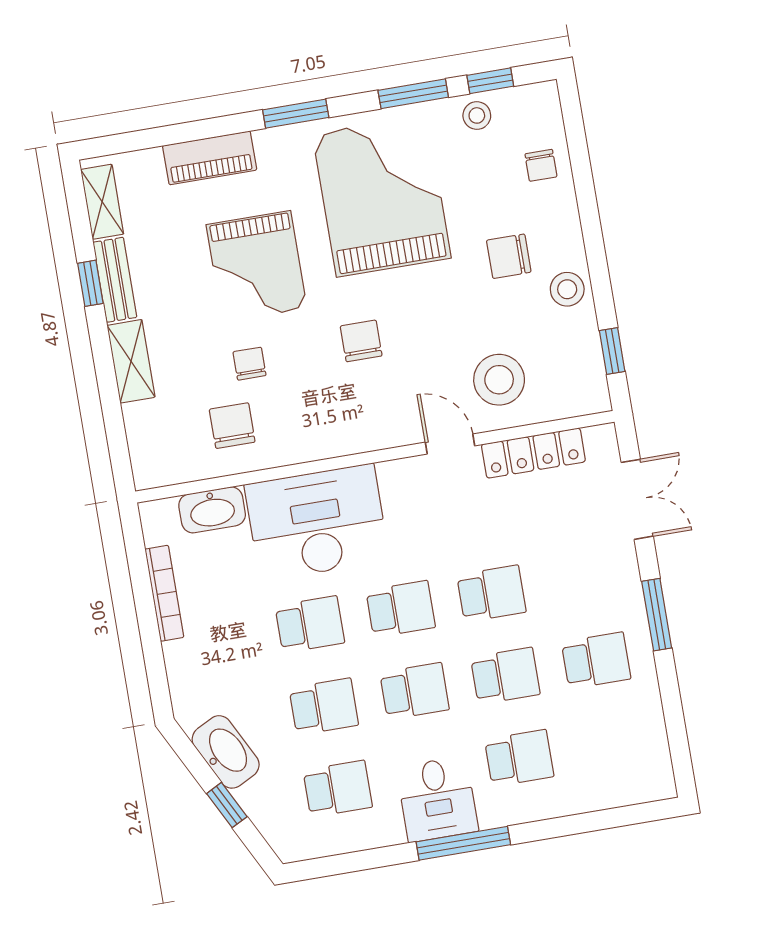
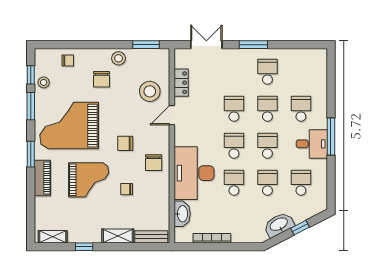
piano: (210, 158) -> (42, 178), moved
bench: (115, 280) -> (151, 237), moved
window: (612, 351) -> (146, 45), width x1.50
chair: (232, 426) -> (154, 163), moved, turned -90
locker: (533, 453) -> (181, 83), width x0.66

